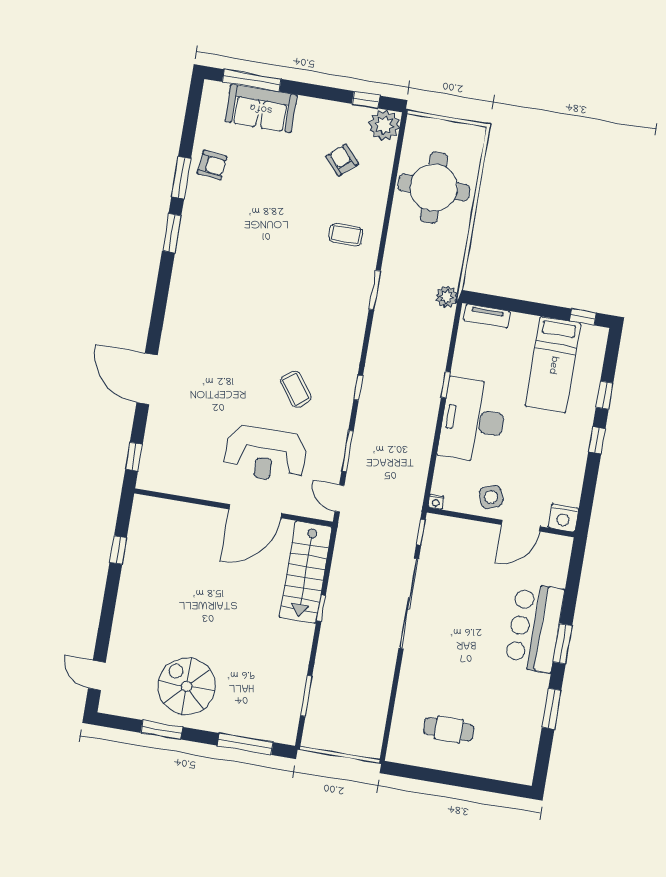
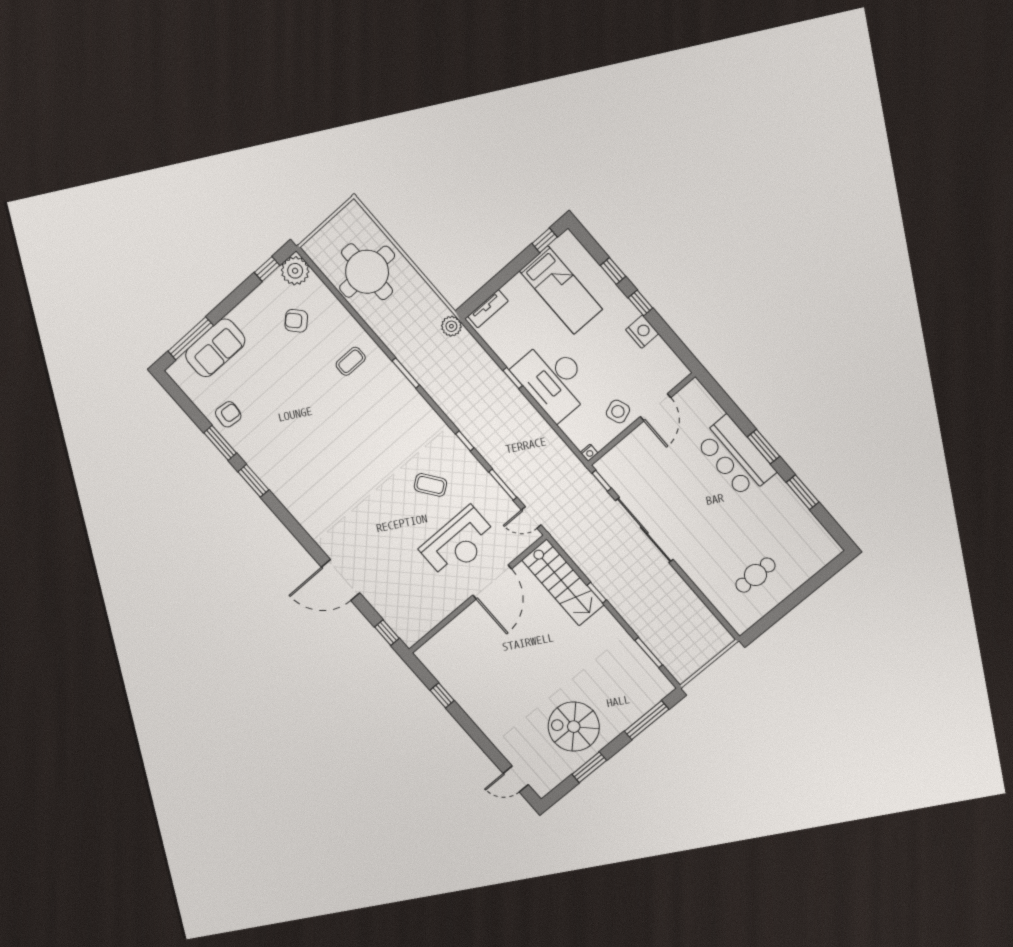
nightstand: (563, 518) -> (642, 332), moved, turned -90

